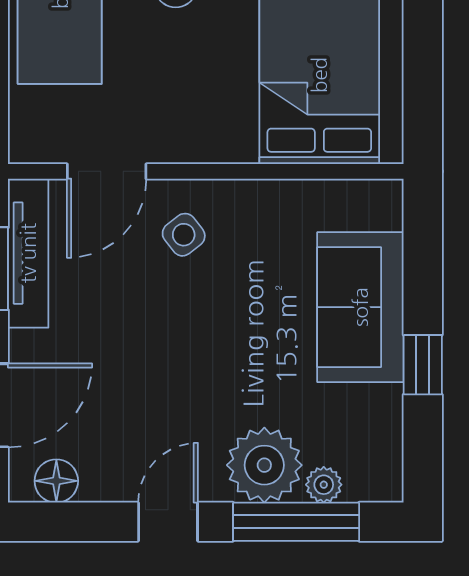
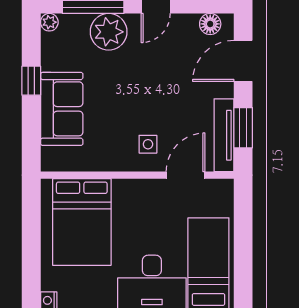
side table: (184, 235) -> (148, 144), turned 38
plant: (324, 485) -> (49, 22), moved

